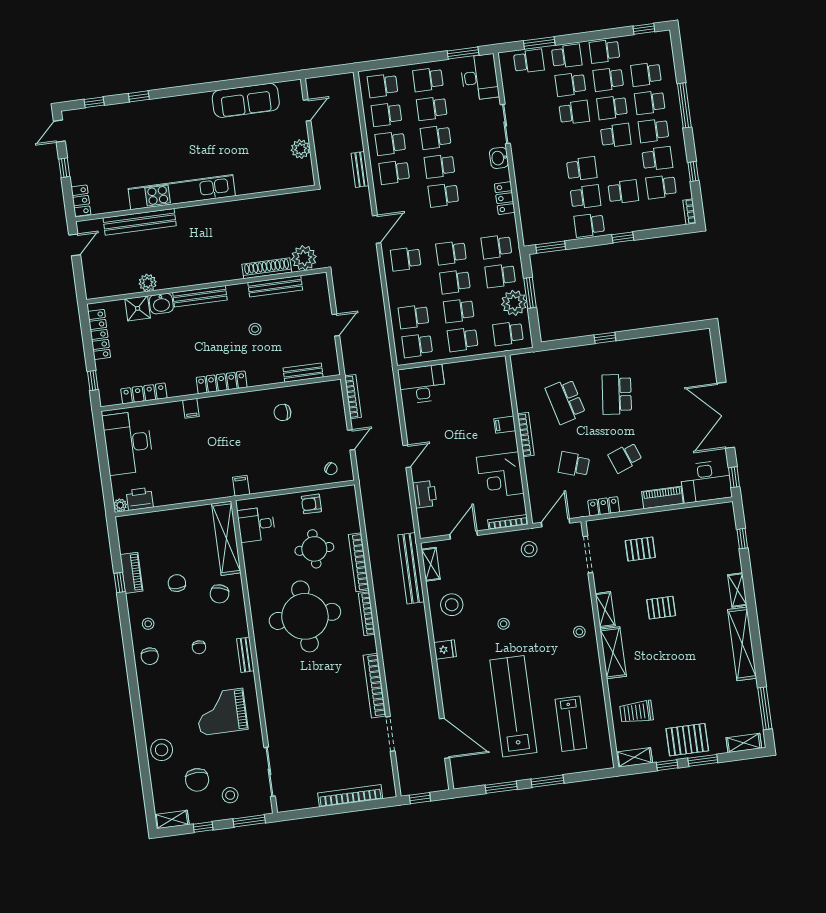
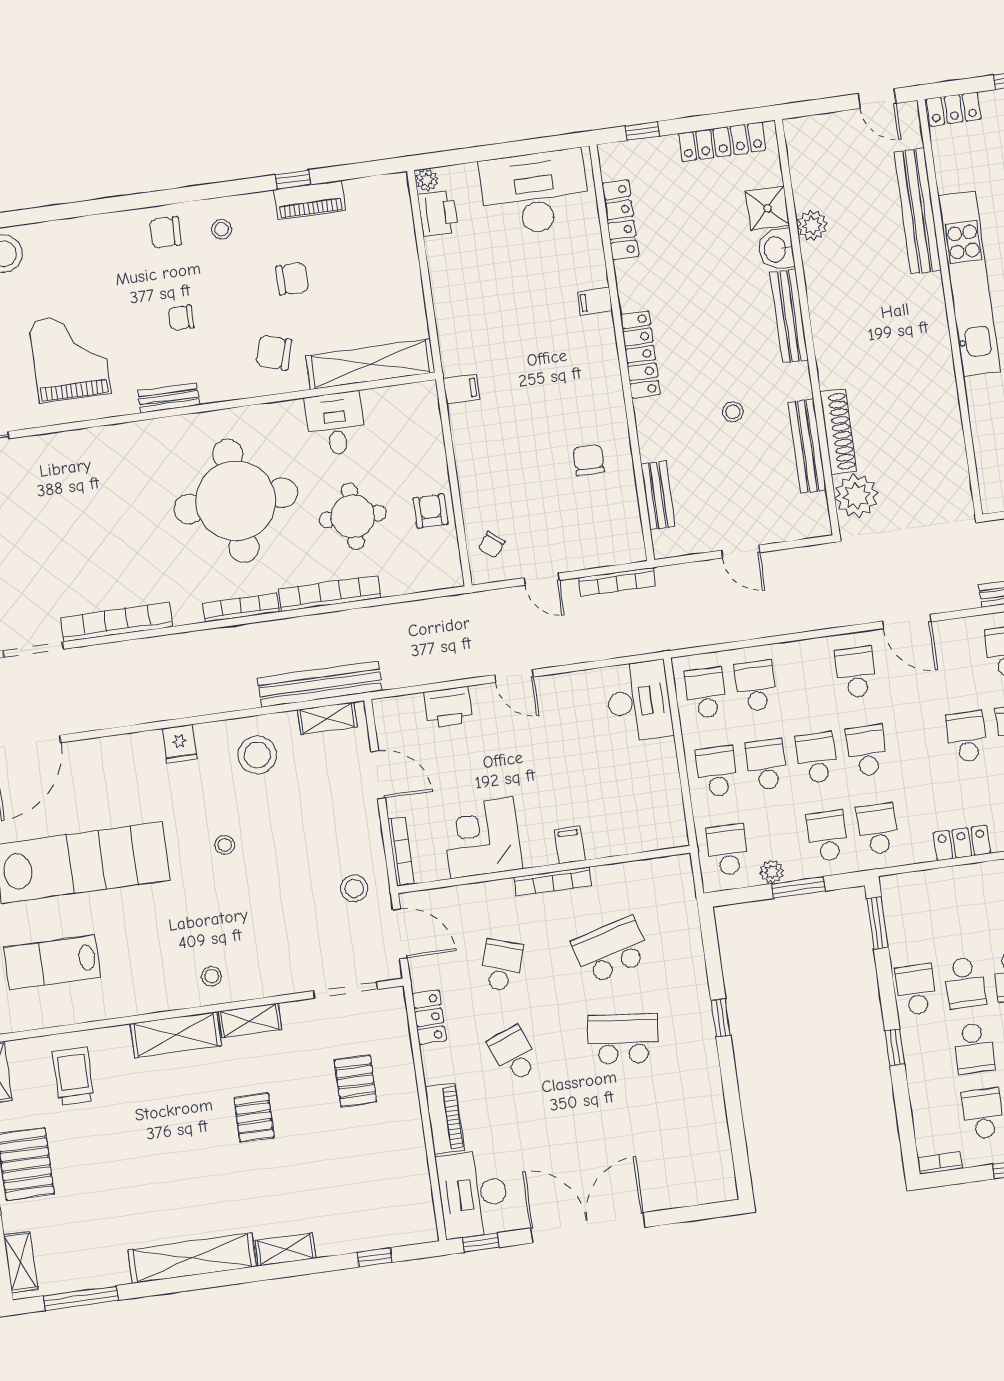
plant: (514, 303) -> (772, 872), width x0.53, depth x0.53
desk: (256, 524) -> (335, 424), moved

